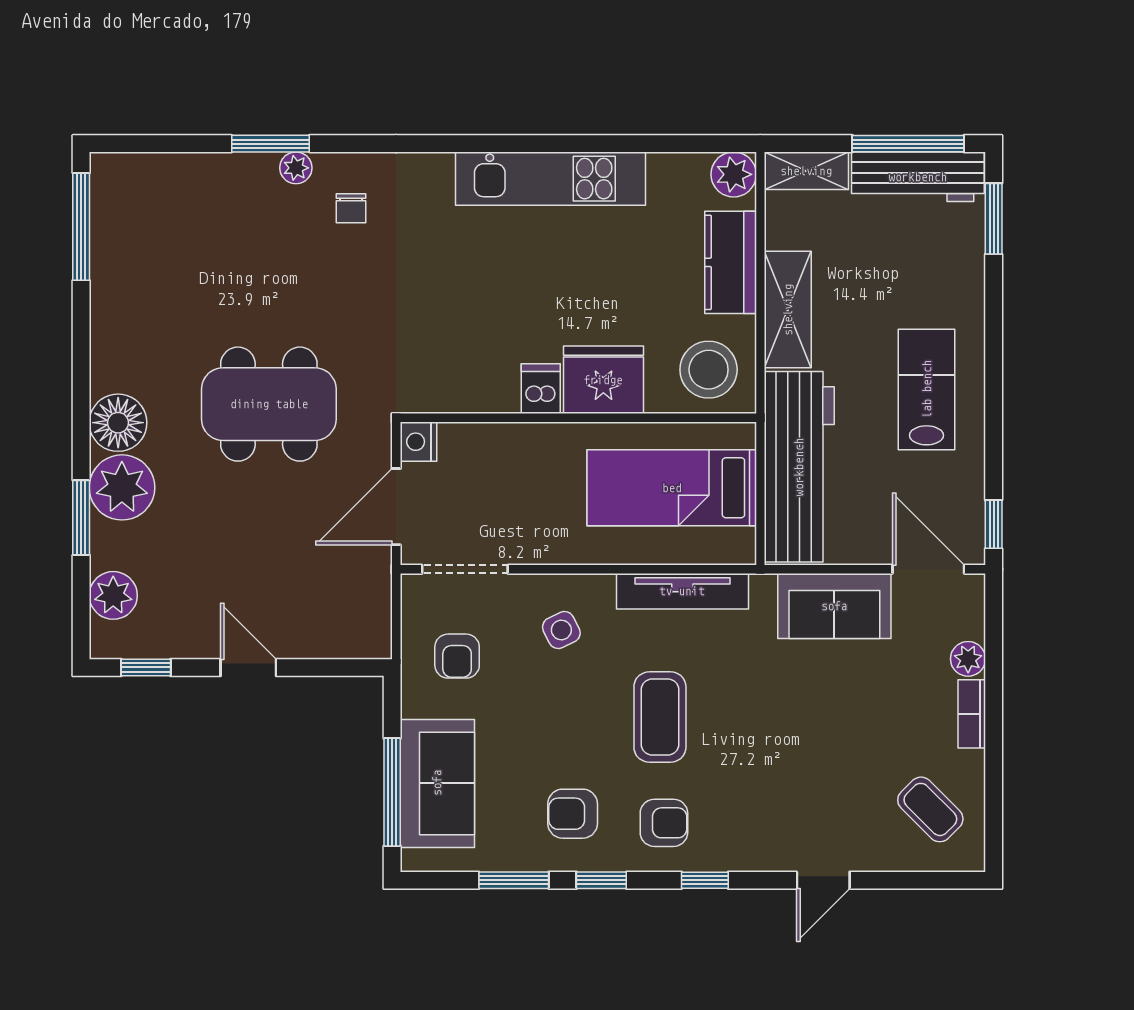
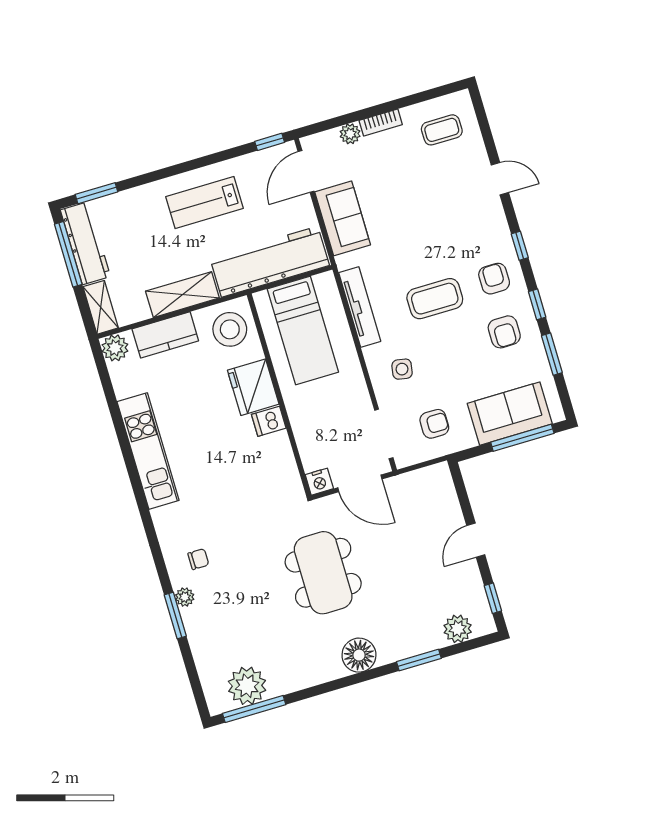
plant: (122, 487) -> (247, 686), moved
side table: (561, 630) -> (402, 369), turned 36
coffee table: (930, 809) -> (442, 130), turned 45

